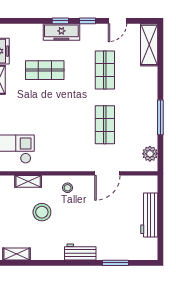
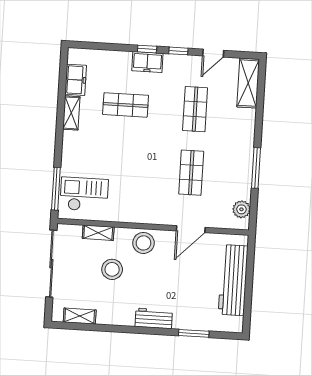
freezer: (61, 32) -> (147, 62), width x0.71
stool: (68, 188) -> (143, 243), width x1.89, depth x1.89
workbench: (149, 215) -> (233, 280), width x1.36, depth x1.32

